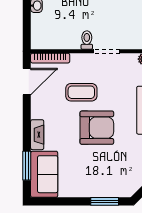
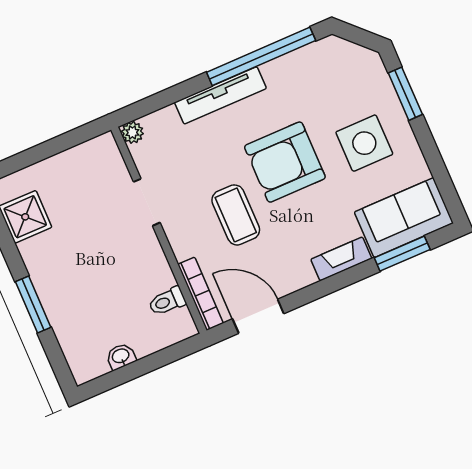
toilet: (87, 40) -> (167, 301), moved
armchair: (97, 128) -> (285, 162), turned -90
side table: (89, 171) -> (364, 143), added

